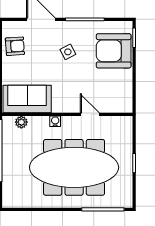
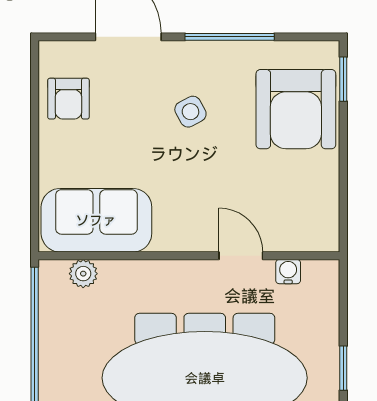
armchair: (15, 46) -> (68, 99), turned 94
armchair: (114, 51) -> (296, 109), turned -90
water cooler: (55, 121) -> (288, 272), moved

